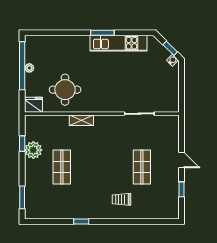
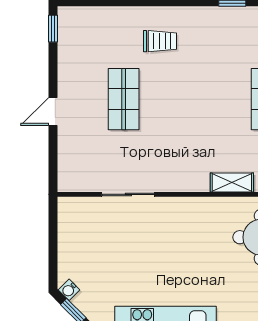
door: (181, 160) -> (53, 111), hinge flipped
window: (181, 189) -> (53, 29), moved

